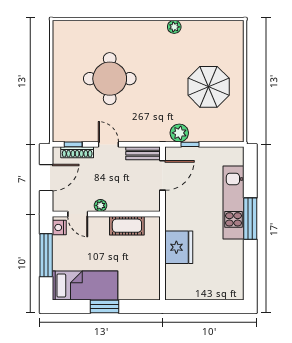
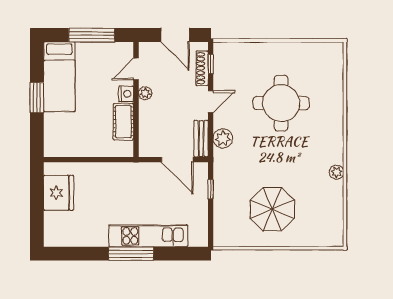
plant: (179, 133) -> (223, 138), moved
nightstand: (59, 228) -> (126, 94), moved, turned 90
fridge: (179, 247) -> (59, 193), moved, turned -90

